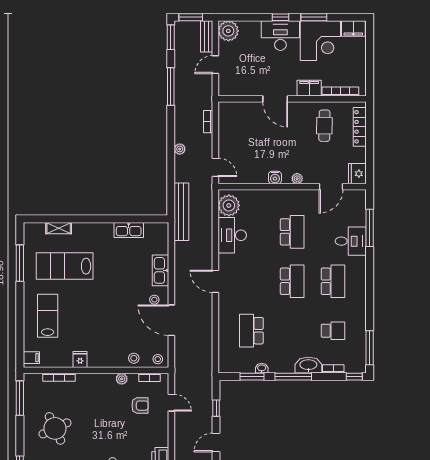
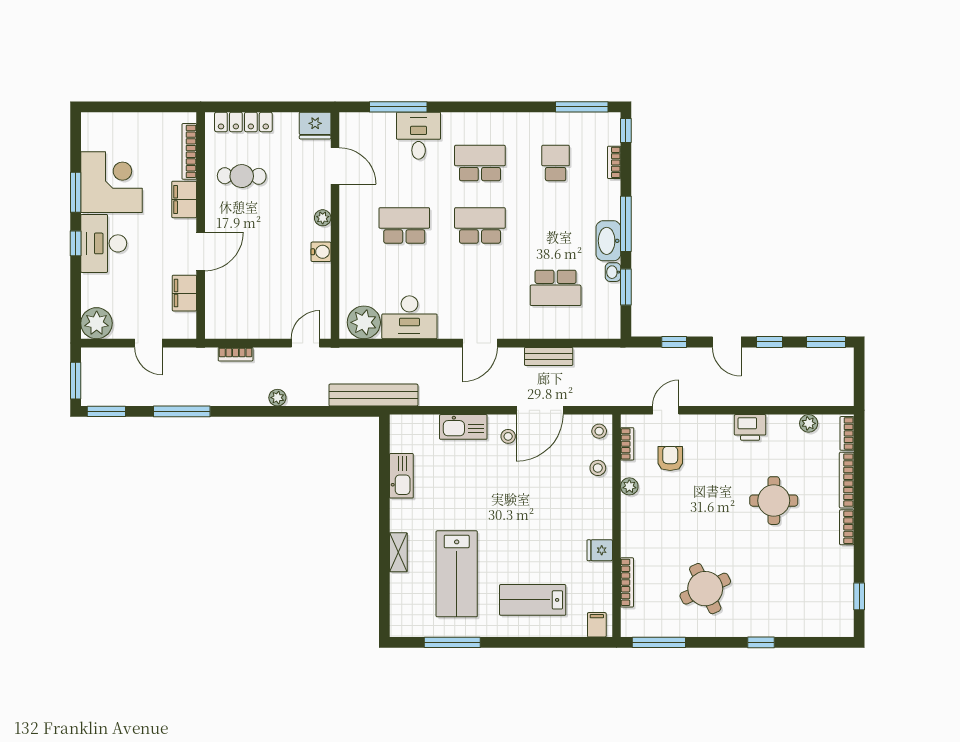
filing cabinet: (353, 28) -> (184, 293), moved, turned 180
bench: (207, 36) -> (549, 356), moved
shelving: (59, 228) -> (398, 552), moved
washbasin: (308, 365) -> (608, 241), moved

